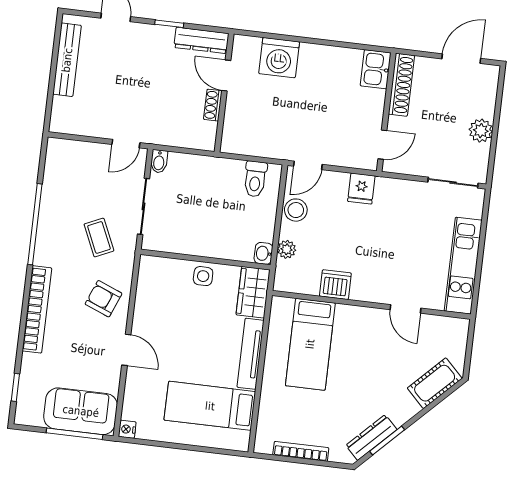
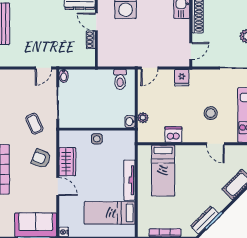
stool: (296, 210) -> (211, 113), moved
wardrobe: (253, 292) -> (67, 162), moved, turned 180

